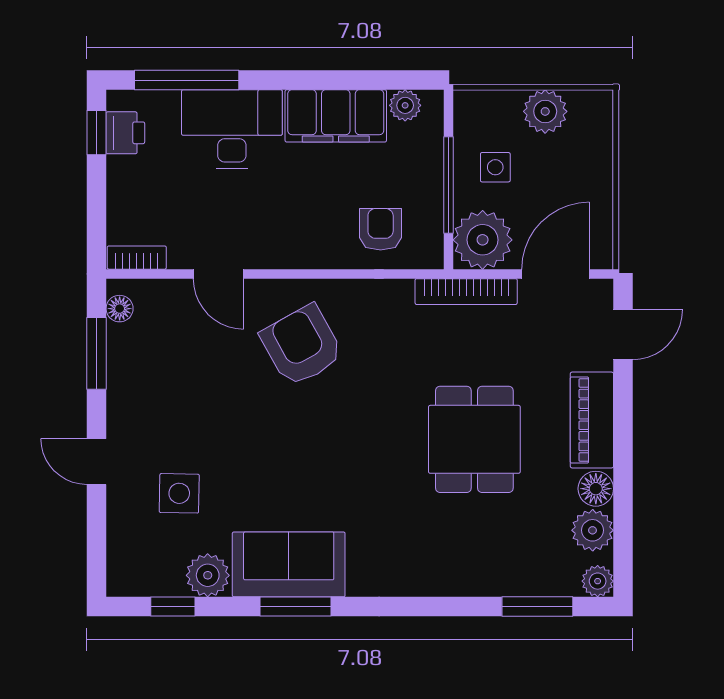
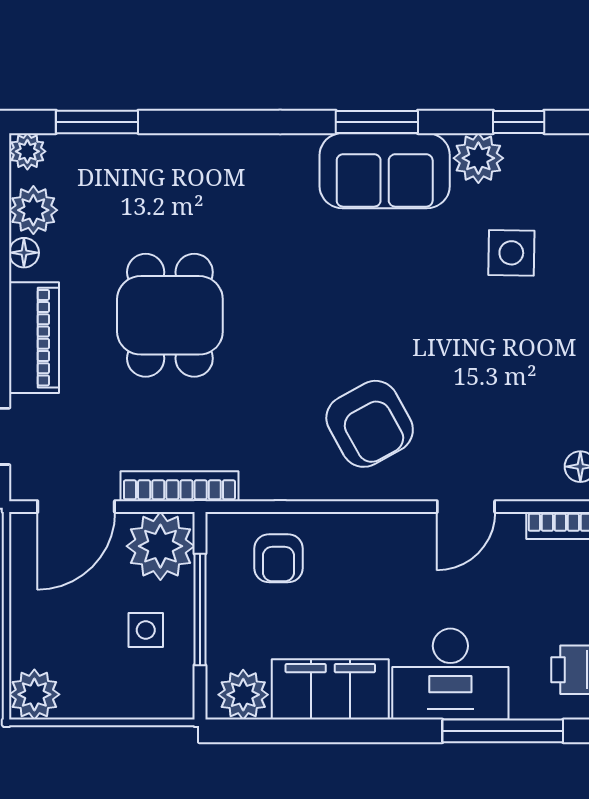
plant: (405, 105) -> (243, 695), width x1.38, depth x1.38
plant: (545, 111) -> (34, 694), moved
door: (218, 274) -> (466, 507), swing flipped
floor lamp: (596, 489) -> (24, 253), width x0.73, depth x0.73

